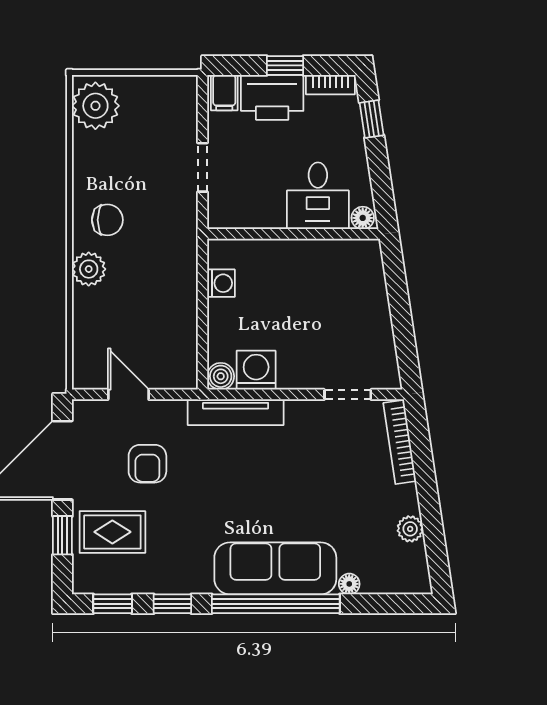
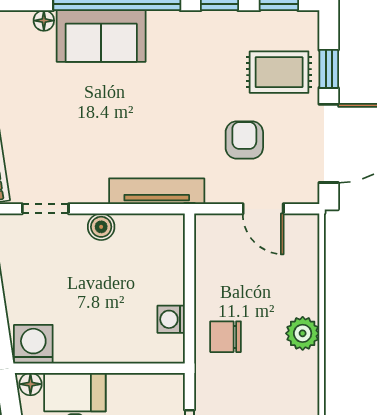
chair: (107, 220) -> (226, 337), moved
washing machine: (256, 370) -> (33, 344), moved, turned 180
boiler: (221, 376) -> (101, 227), moved
sofa: (275, 568) -> (101, 36), width x0.73

